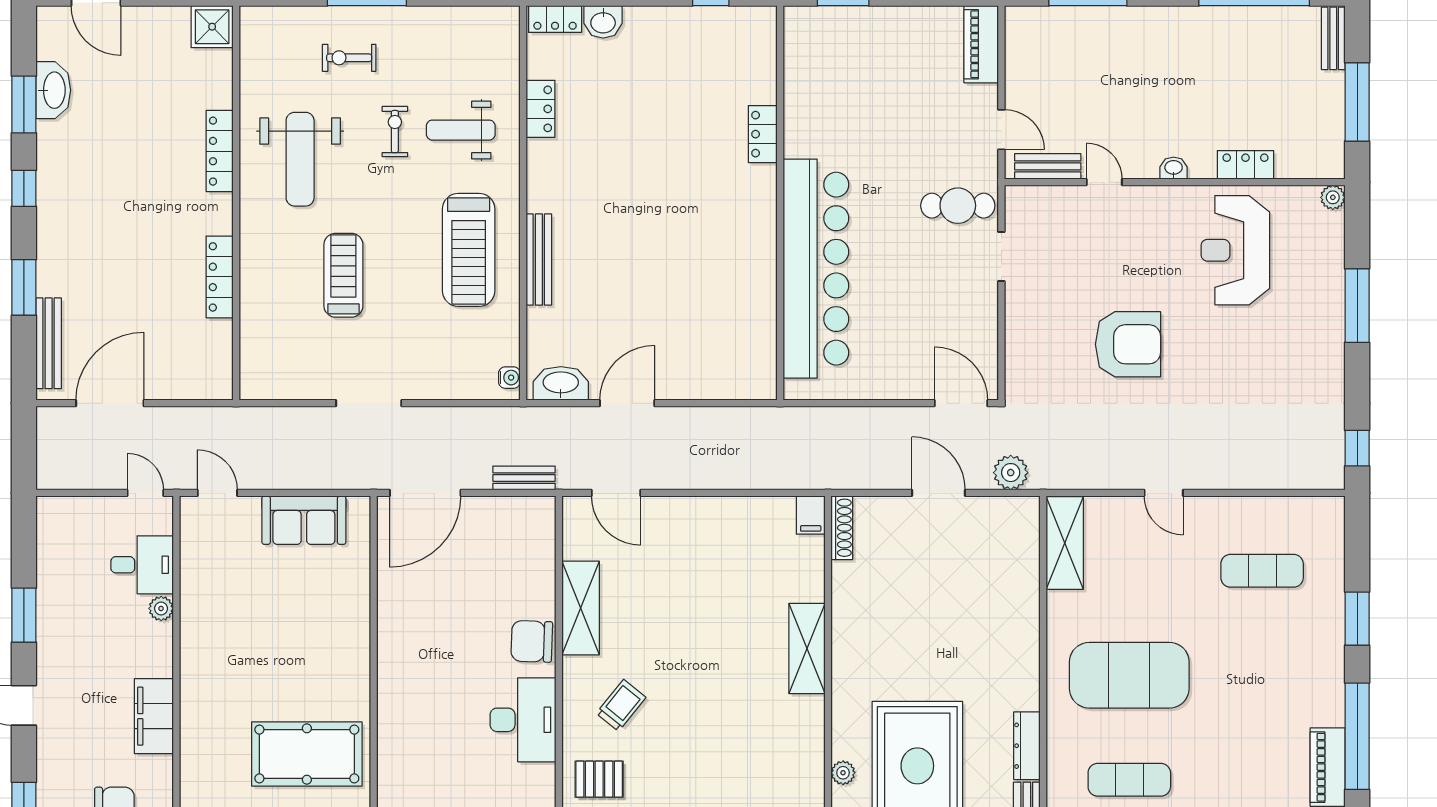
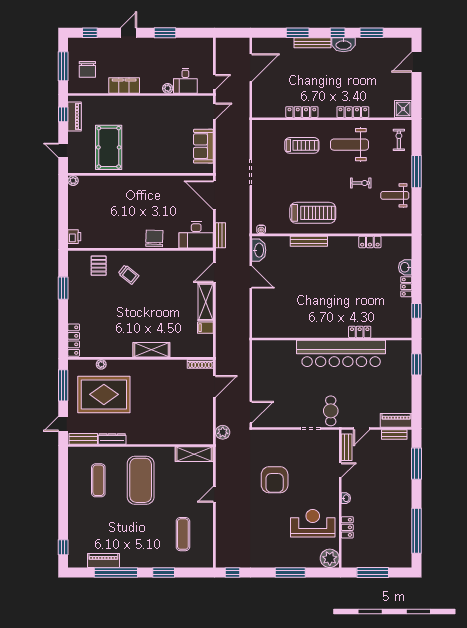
locker: (555, 19) -> (406, 287), moved
bench: (1333, 38) -> (394, 435), moved
exercise bike: (349, 58) -> (399, 140), moved
washbasin: (53, 90) -> (344, 45), moved
weight bench: (461, 130) -> (395, 195), moved, turned -90
plant: (1333, 197) -> (330, 558), width x1.88, depth x1.88
treadmill: (469, 250) -> (313, 213), turned 180
bar counter: (816, 269) -> (341, 353), moved
treadmill: (343, 275) -> (302, 145), moved
bench: (49, 343) -> (313, 43), moved
door: (110, 403) -> (251, 68), hinge flipped
door: (939, 493) -> (214, 386), moved
filing cabinet: (811, 515) -> (205, 328), moved
shelving: (581, 608) -> (206, 302), moved, turned 90
desk: (523, 720) -> (196, 235), moved

